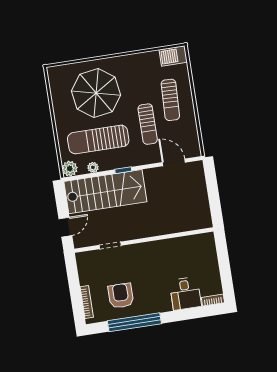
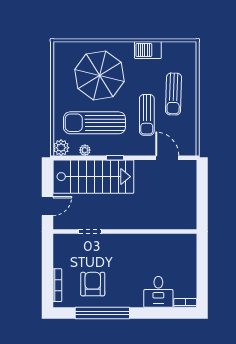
barbecue: (173, 56) -> (148, 50), moved

